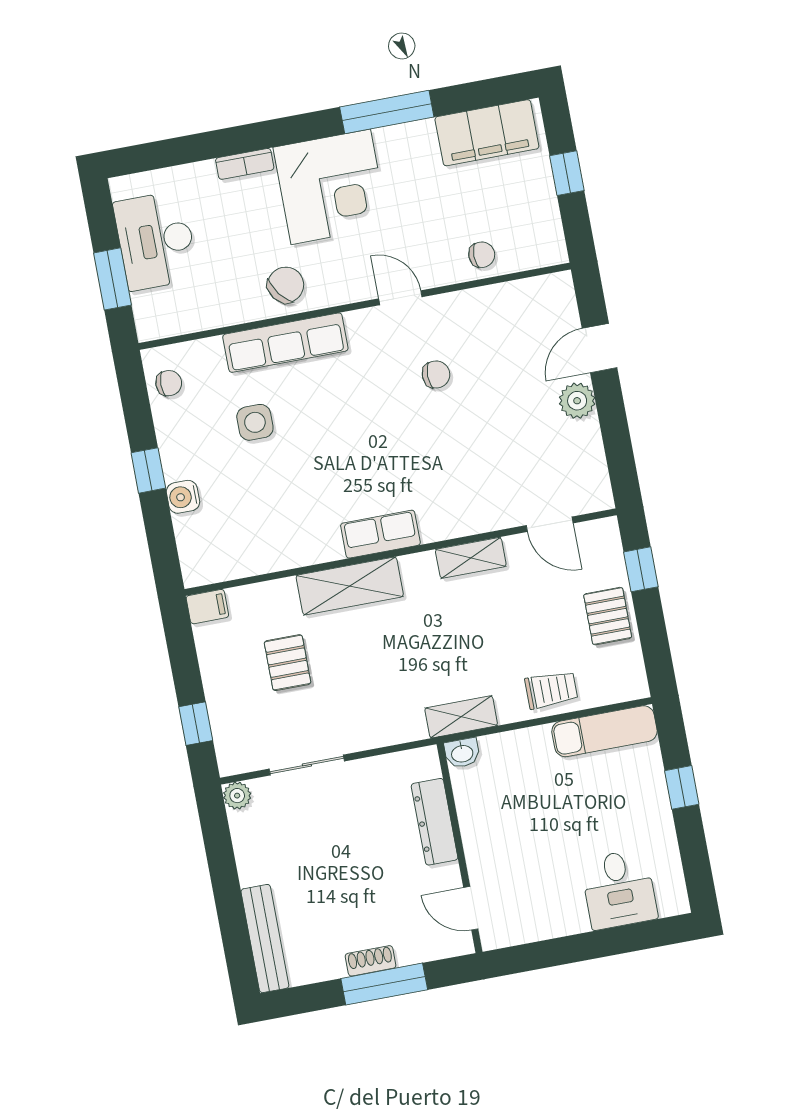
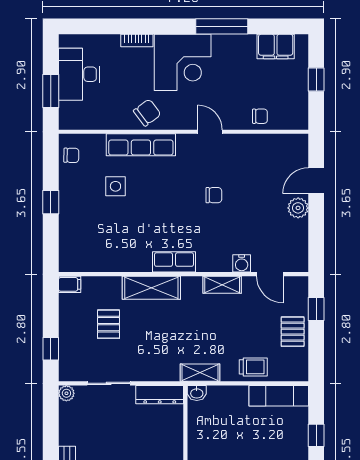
filing cabinet: (487, 133) -> (276, 46), width x0.67, depth x0.86
chair: (436, 374) -> (214, 195), moved
water cooler: (183, 497) -> (242, 263), moved, turned -90
dresser: (435, 822) -> (160, 395), moved, turned -90

